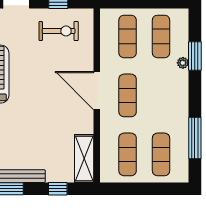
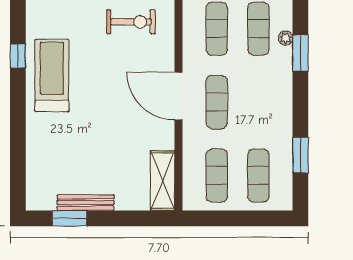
plant: (183, 63) -> (286, 38), moved
window: (195, 138) -> (300, 155), width x0.69
window: (58, 189) -> (130, 218), removed

